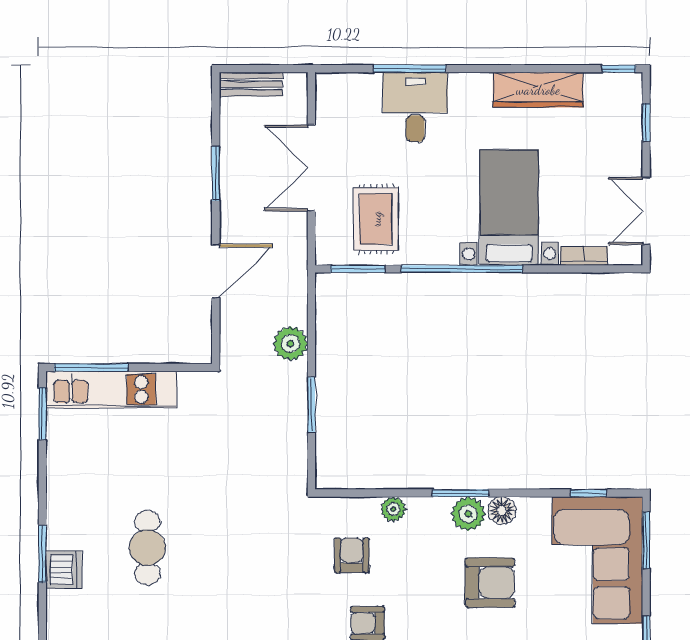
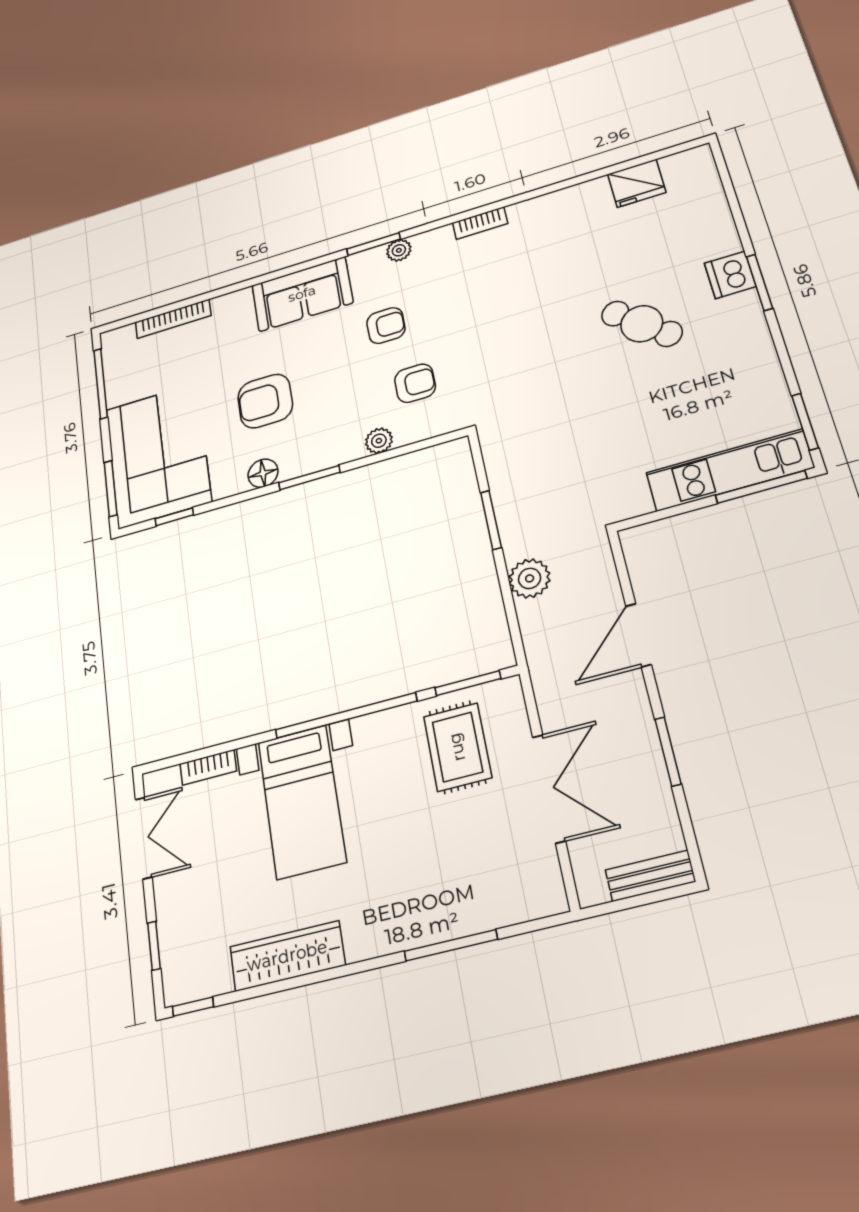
desk: (415, 107) -> (435, 897), removed
plant: (468, 514) -> (298, 460), removed
cafe table: (147, 548) -> (642, 324), turned -48
armchair: (352, 555) -> (415, 383), turned -90

